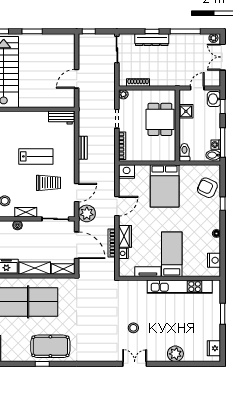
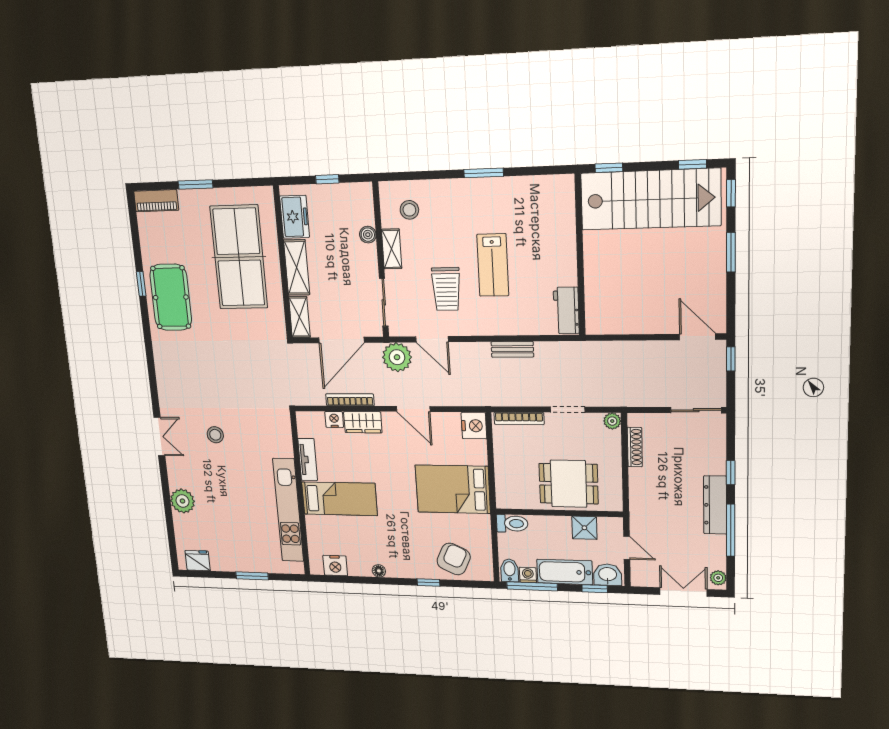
dresser: (152, 40) -> (715, 505), moved
door: (77, 79) -> (697, 337), moved
bathtub: (213, 123) -> (565, 572), added

